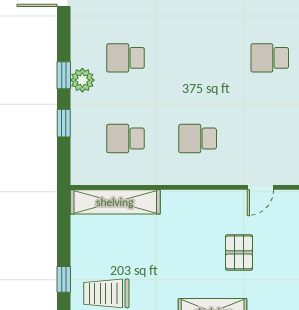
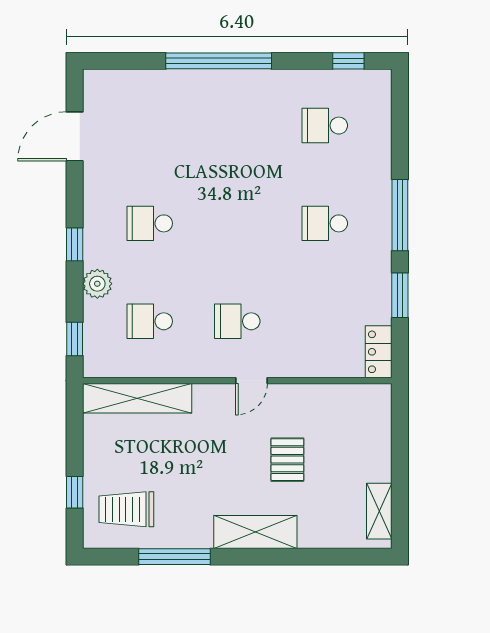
plant: (82, 80) -> (97, 284), moved
window: (64, 123) -> (75, 339), moved
door: (260, 187) -> (251, 381), moved

